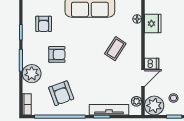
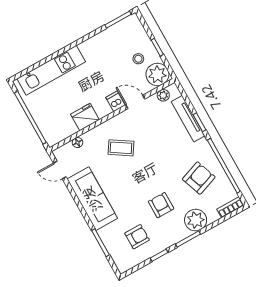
fridge: (153, 24) -> (85, 117), moved

